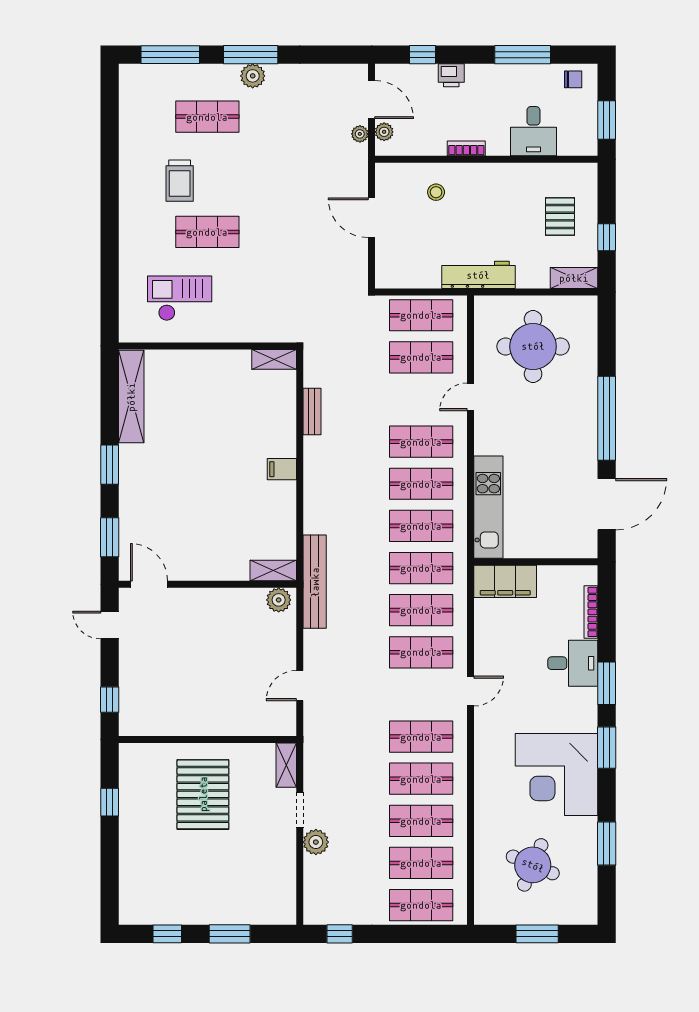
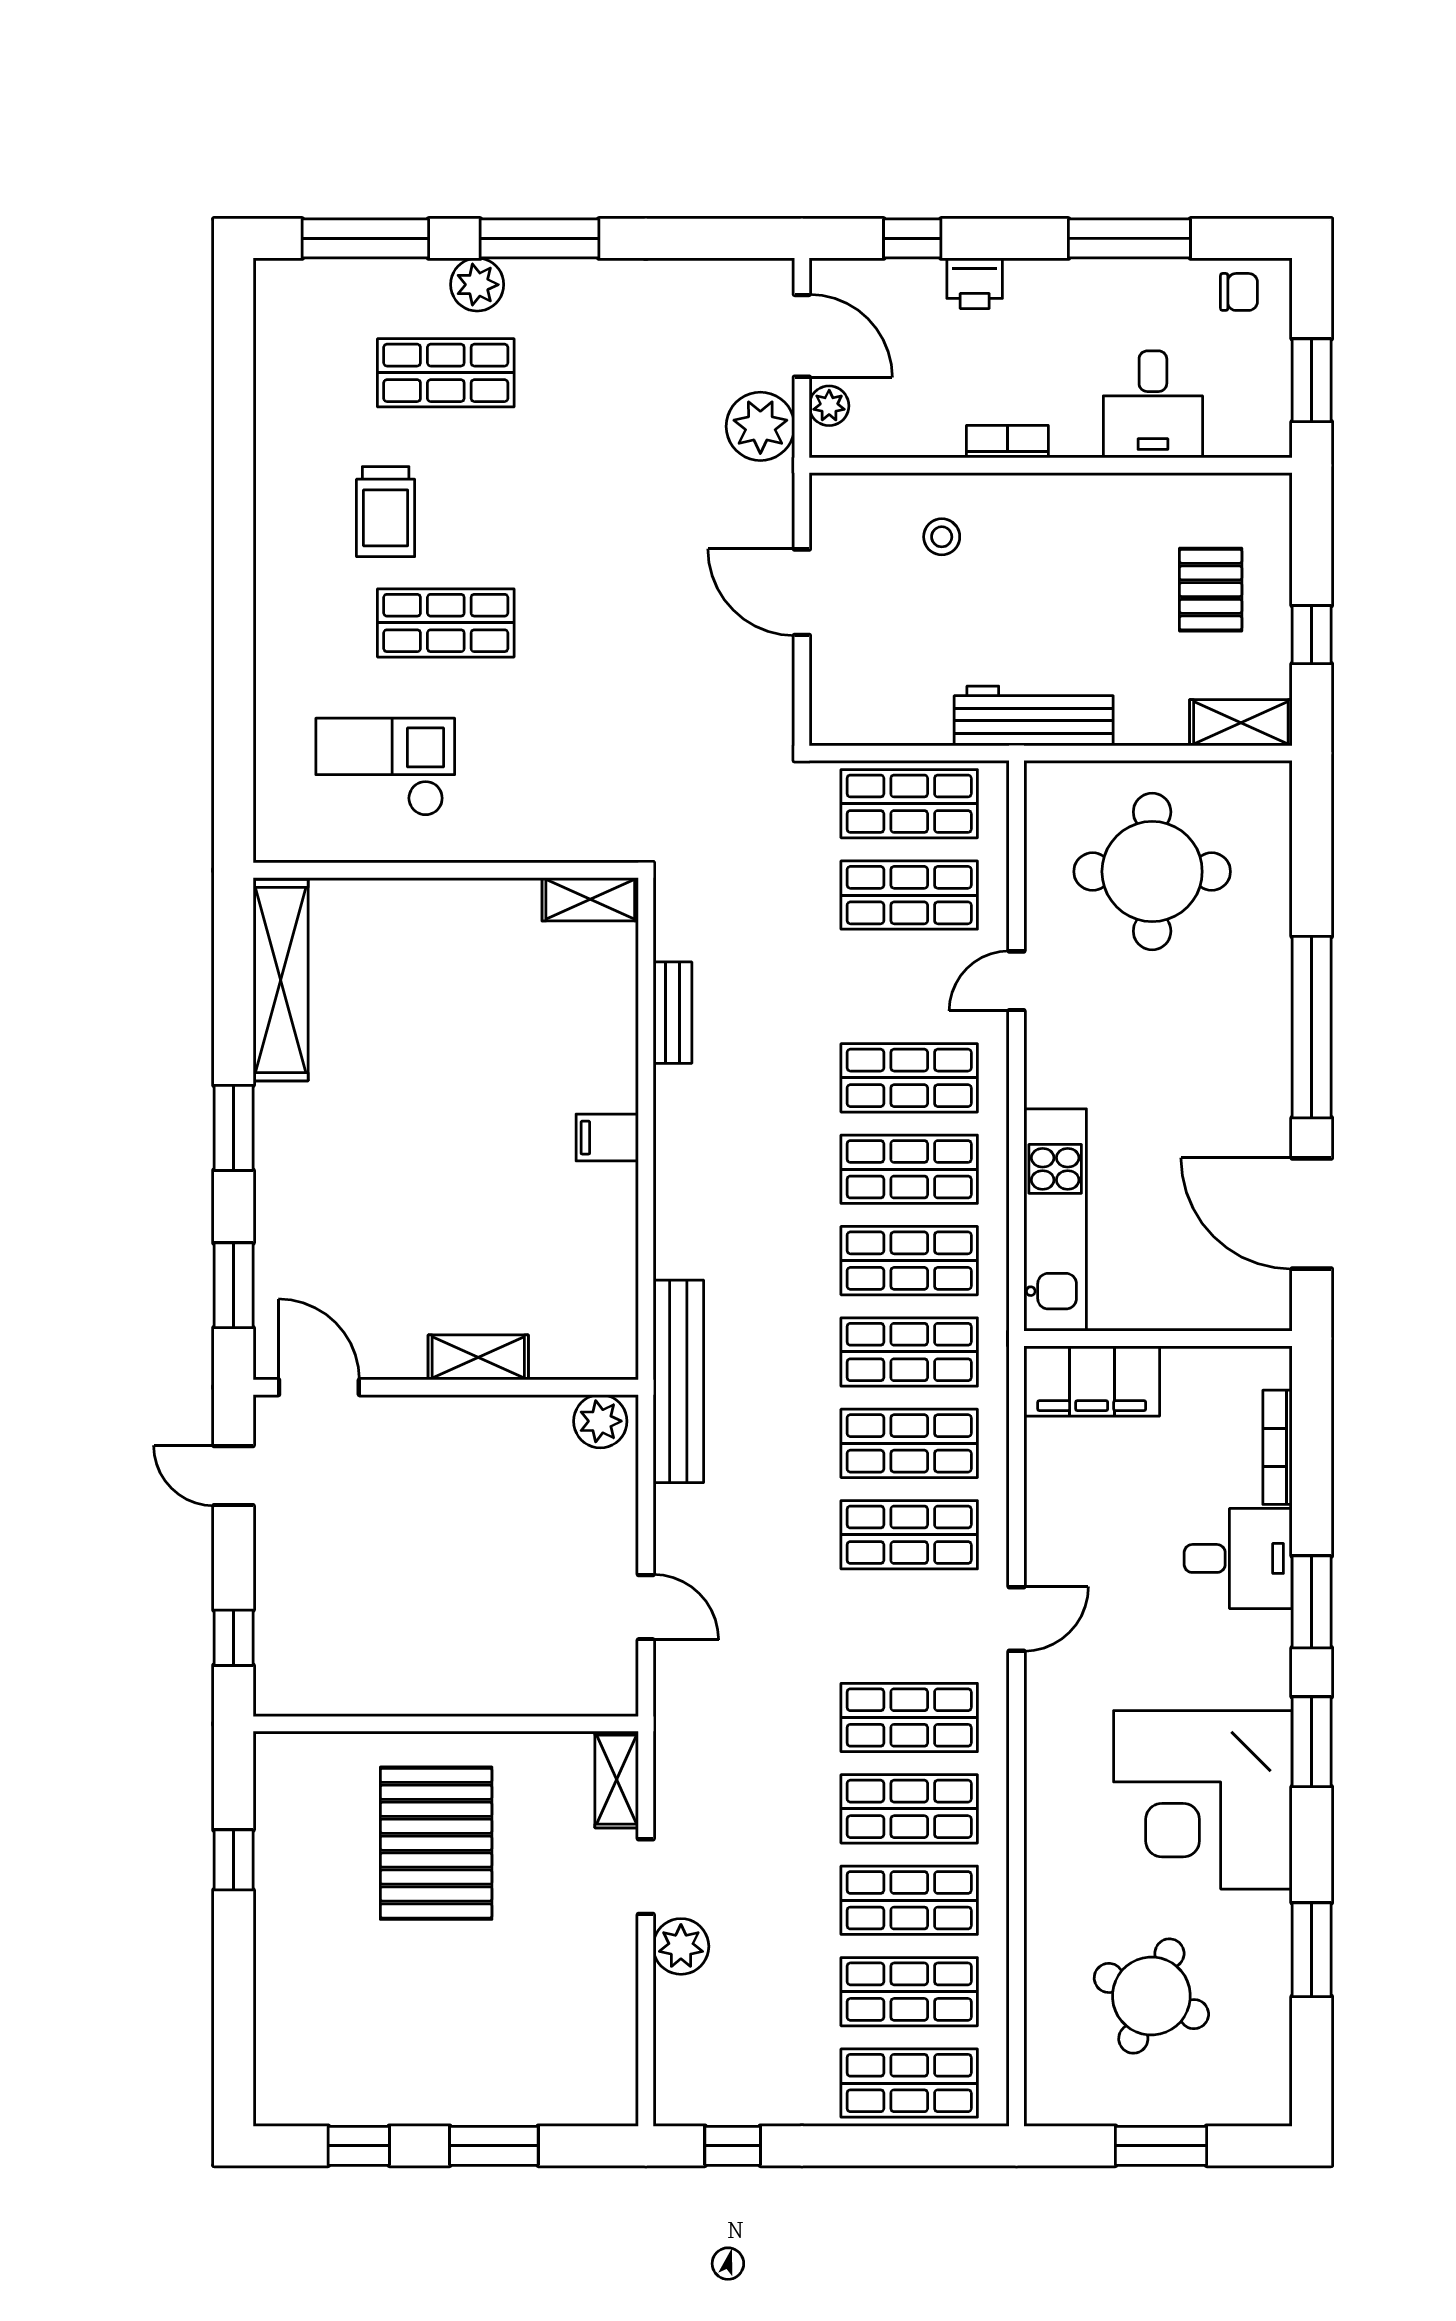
plant: (253, 76) -> (477, 285), moved
plant: (360, 134) -> (760, 426), width x1.87, depth x1.87
door: (607, 504) -> (1312, 1214), swing flipped
shelving: (273, 571) -> (478, 1357), moved
door: (300, 686) -> (646, 1607), swing flipped

